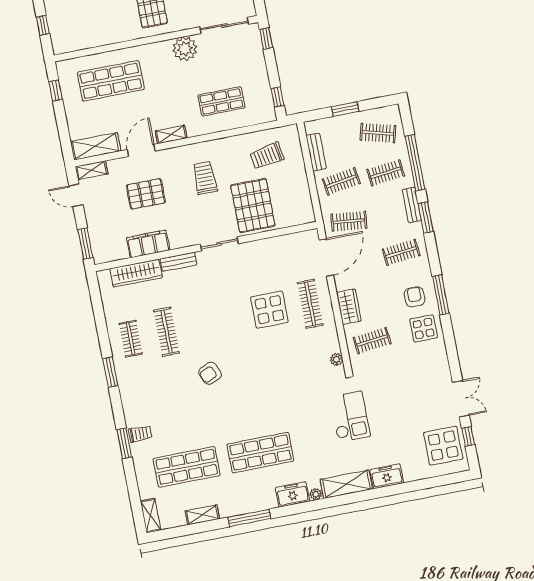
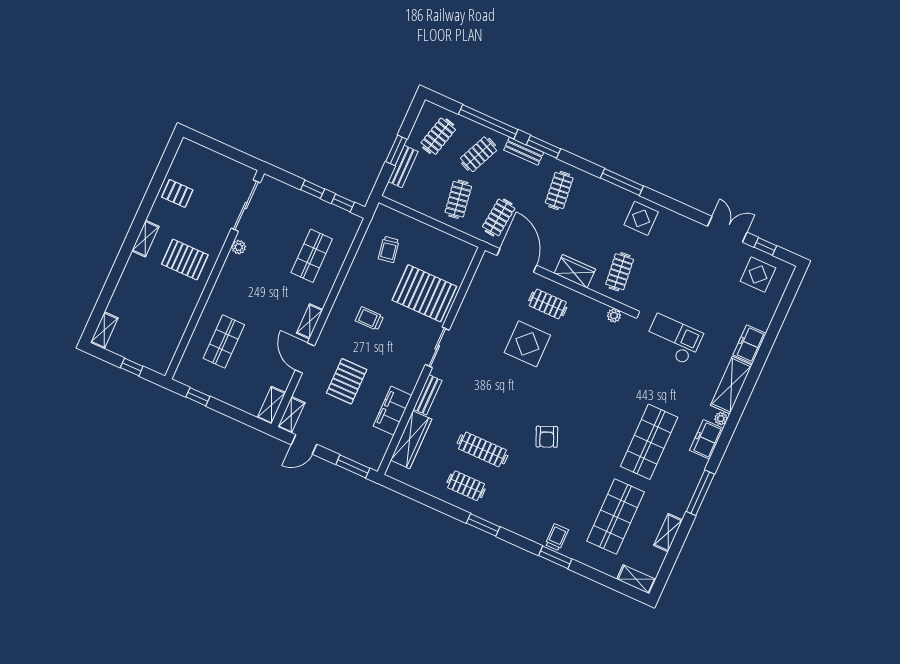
window: (266, 39) -> (313, 189), moved
plant: (185, 49) -> (239, 247), width x0.53, depth x0.53
shop shelf: (111, 81) -> (224, 342), width x0.70, depth x0.74
shelving: (96, 146) -> (271, 405), width x0.67, depth x0.75
bench: (316, 152) -> (403, 167), moved, turned 90
trolley: (267, 156) -> (389, 249), width x0.73, depth x0.72
clothes rail: (386, 173) -> (479, 154), turned 30
trolley: (205, 178) -> (369, 319), width x0.73, depth x0.72
armchair: (415, 297) -> (607, 206), removed
clothes rail: (310, 304) -> (548, 304), width x0.73
display table: (443, 446) -> (758, 275), width x0.73, depth x0.73

